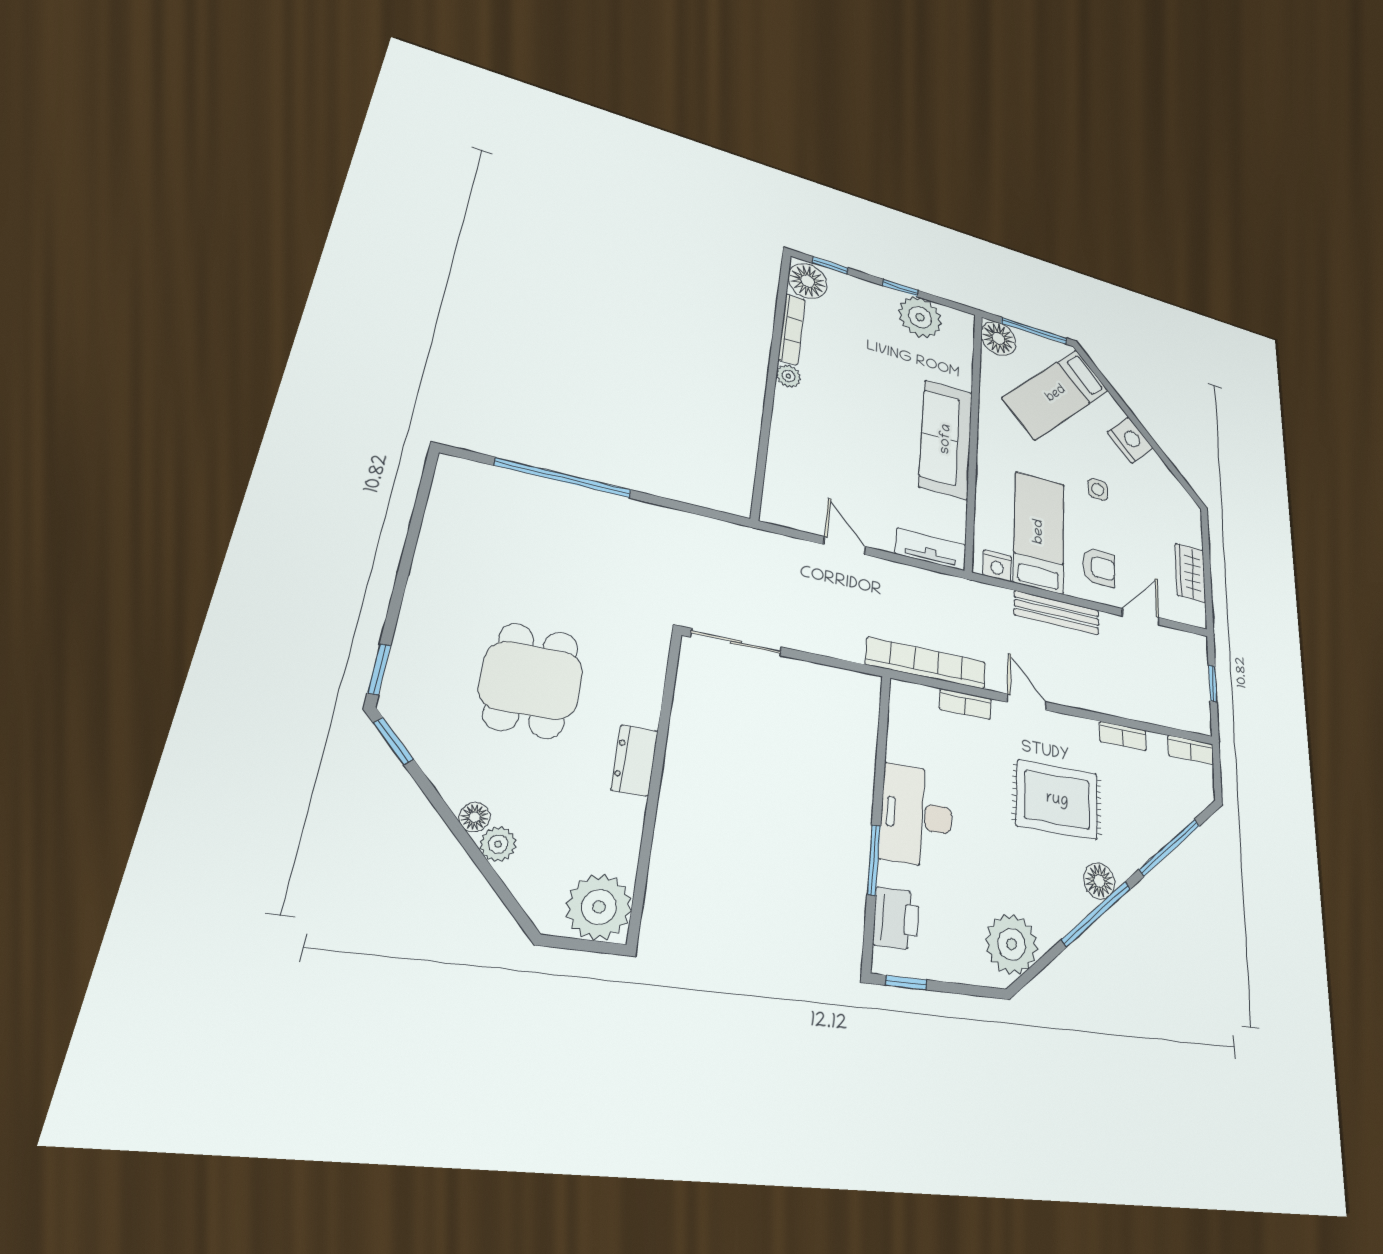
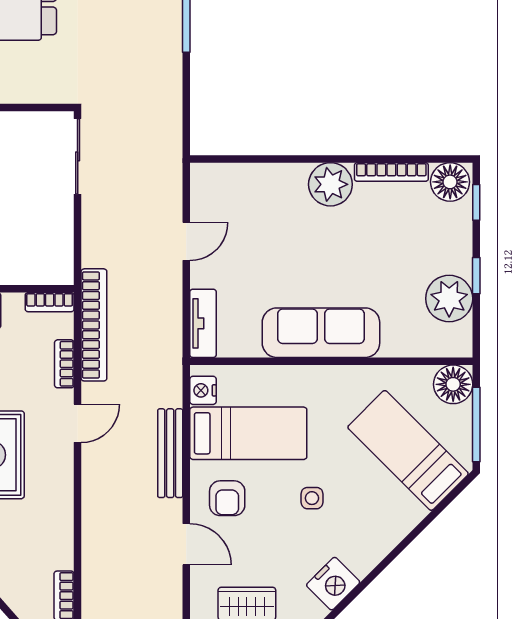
plant: (788, 376) -> (330, 184), width x1.88, depth x1.88
nightstand: (1130, 440) -> (333, 584), moved
bookcase: (1123, 736) -> (50, 302), moved, turned -90

